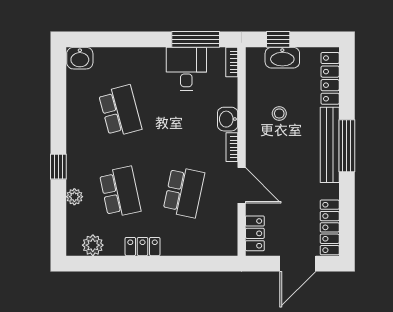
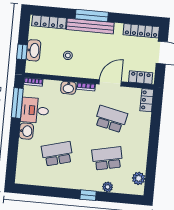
washbasin: (80, 58) -> (26, 131), moved
locker: (143, 247) -> (147, 100), moved

